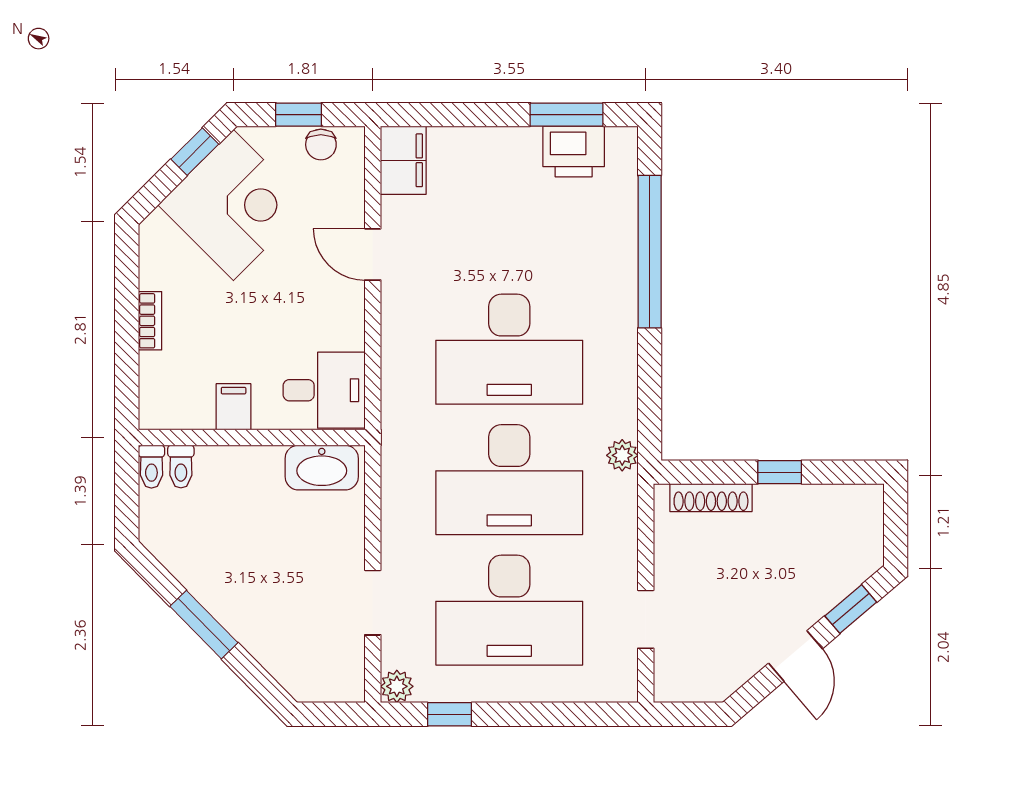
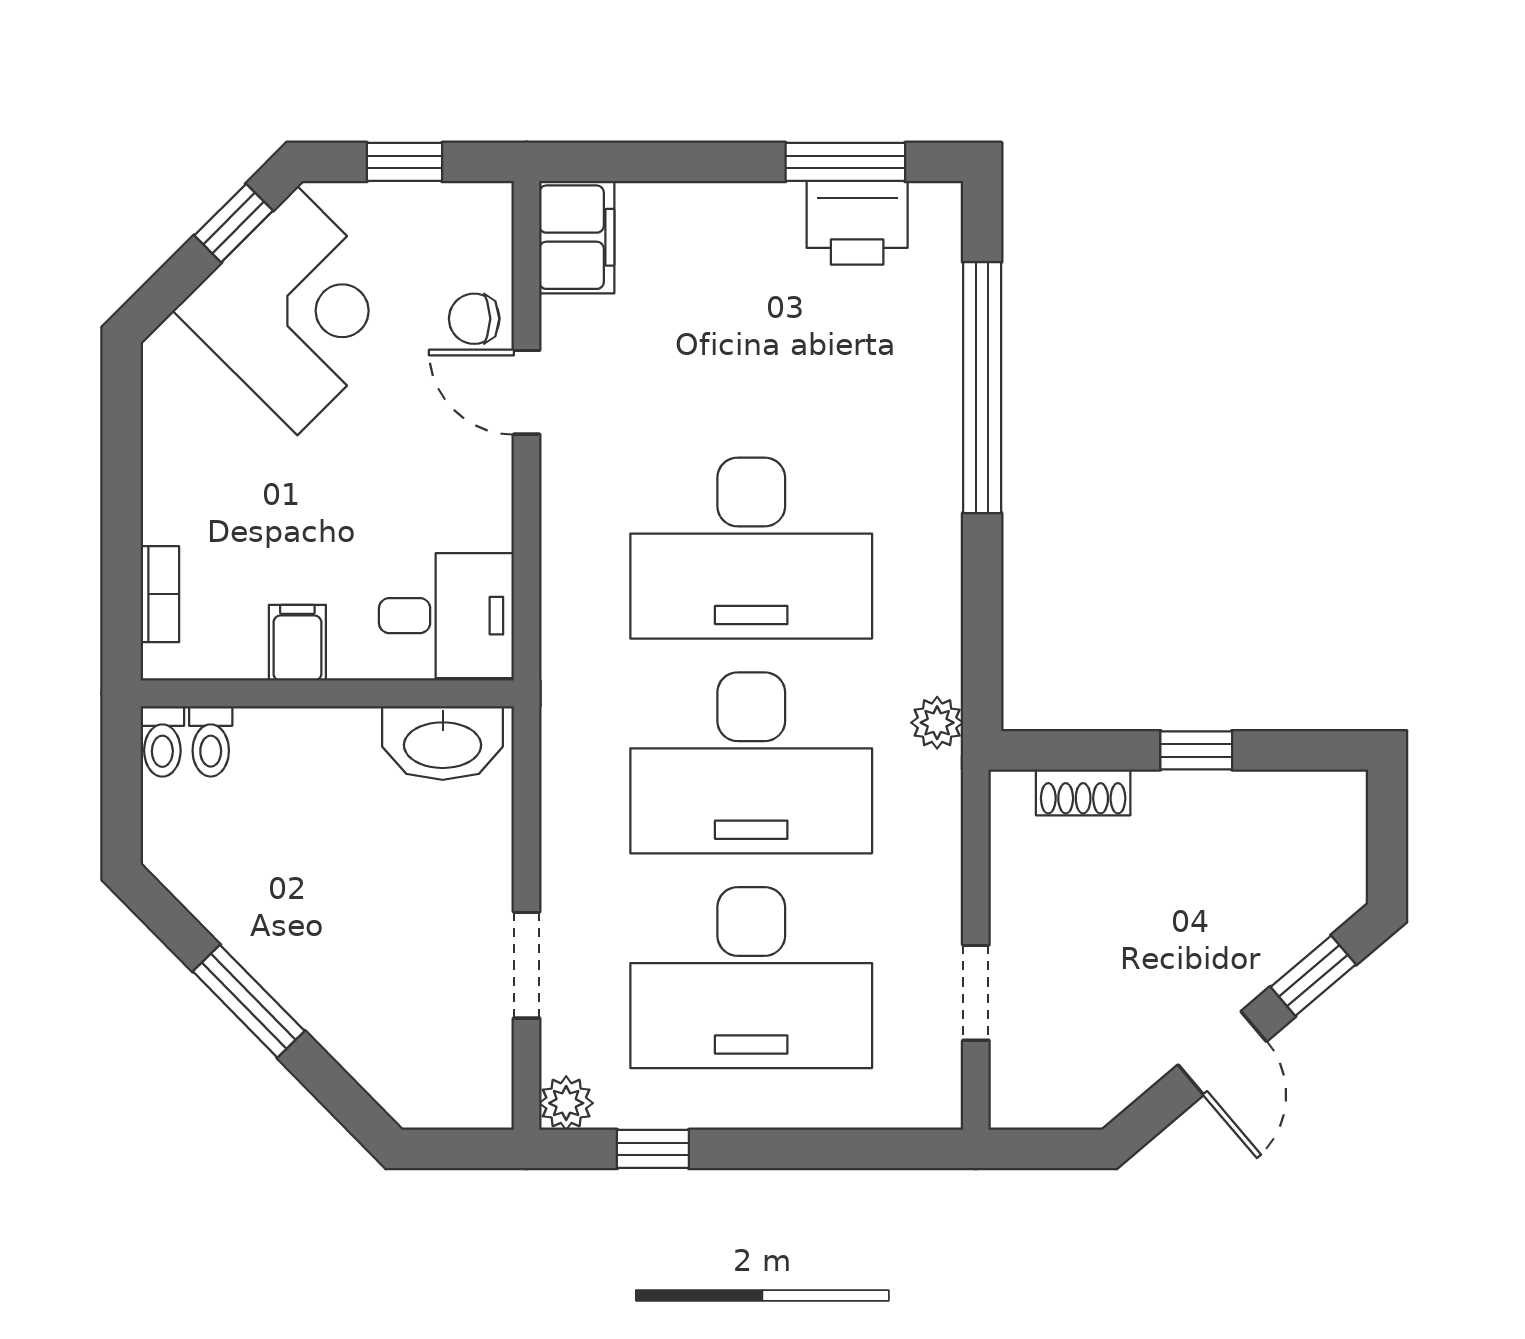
chair: (321, 145) -> (474, 319), moved, turned 90
bookcase: (150, 321) -> (160, 594), moved
shoe rack: (711, 498) -> (1083, 792), width x0.70

